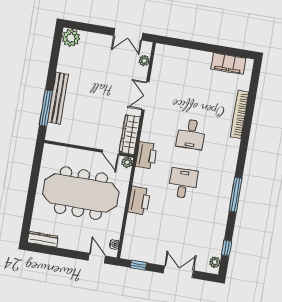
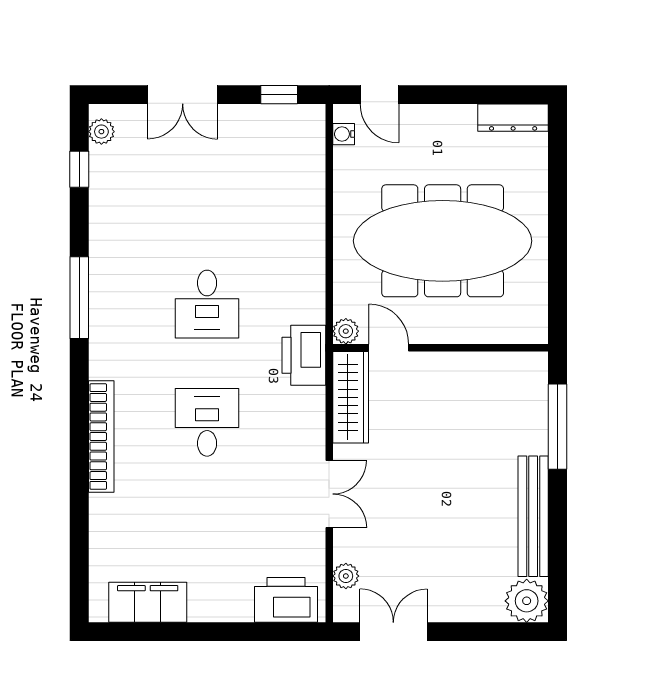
bench: (58, 98) -> (533, 516), moved
bookcase: (240, 114) -> (101, 436), moved
printer: (139, 201) -> (286, 600), moved, turned 90

